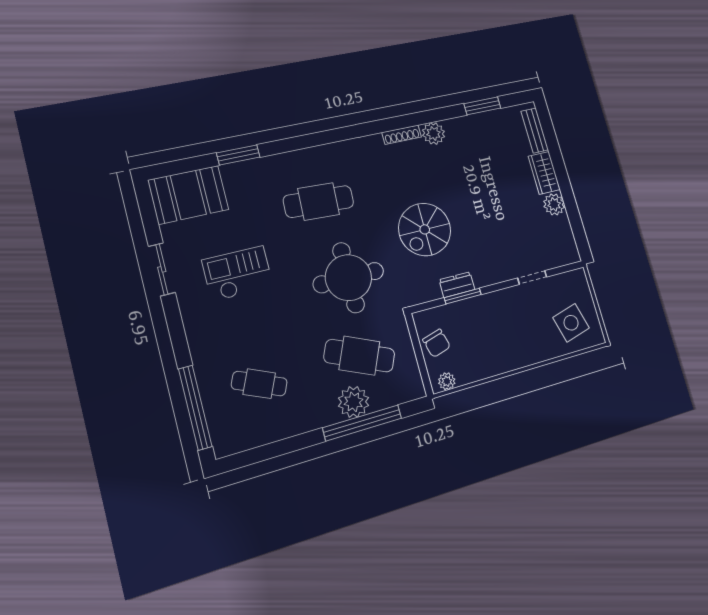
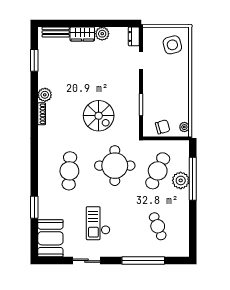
dresser: (457, 285) -> (134, 36), moved
cafe table: (259, 384) -> (158, 226), turned -45
window: (195, 408) -> (143, 261), moved

